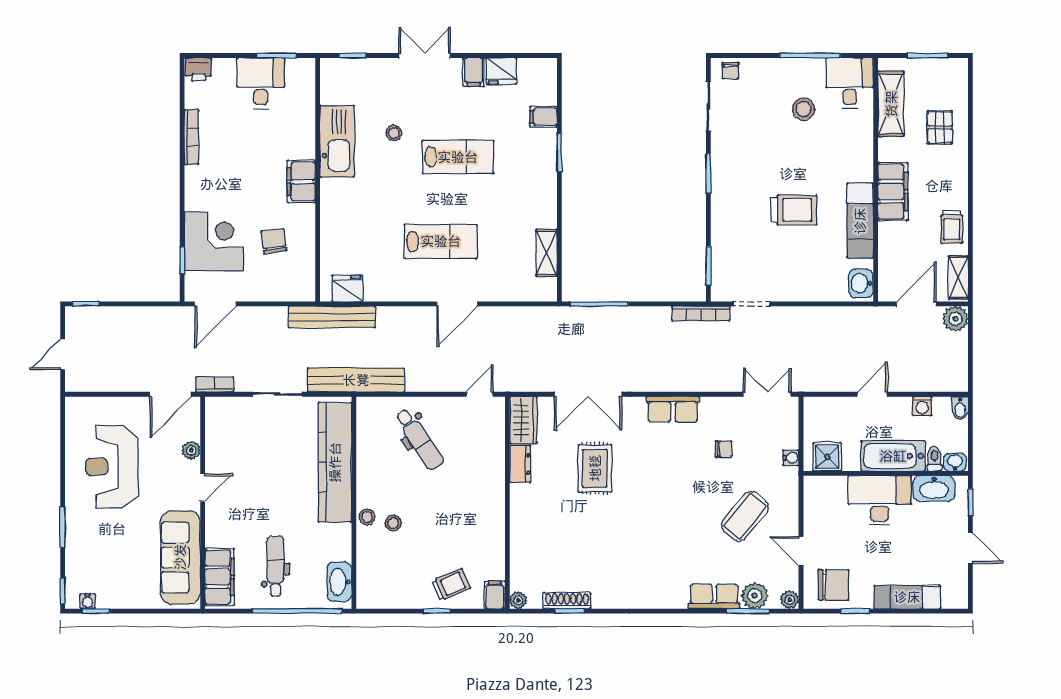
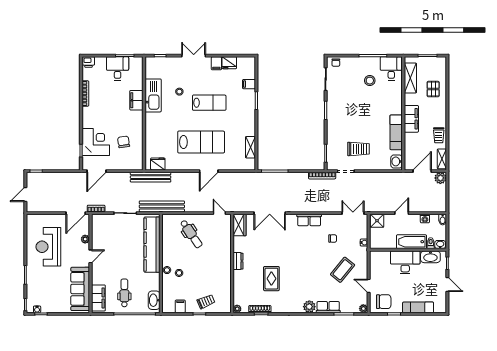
filing cabinet: (301, 182) -> (136, 100), moved
trolley: (794, 210) -> (359, 149), moved
lab bench: (441, 241) -> (201, 142), width x1.36, depth x1.39
door: (480, 394) -> (219, 213), hinge flipped
shower: (827, 457) -> (377, 221), moved
dresser: (520, 464) -> (238, 261), moved
rug: (595, 468) -> (271, 279), moved
filing cabinet: (495, 595) -> (180, 306), moved
plant: (755, 596) -> (309, 307), moved

